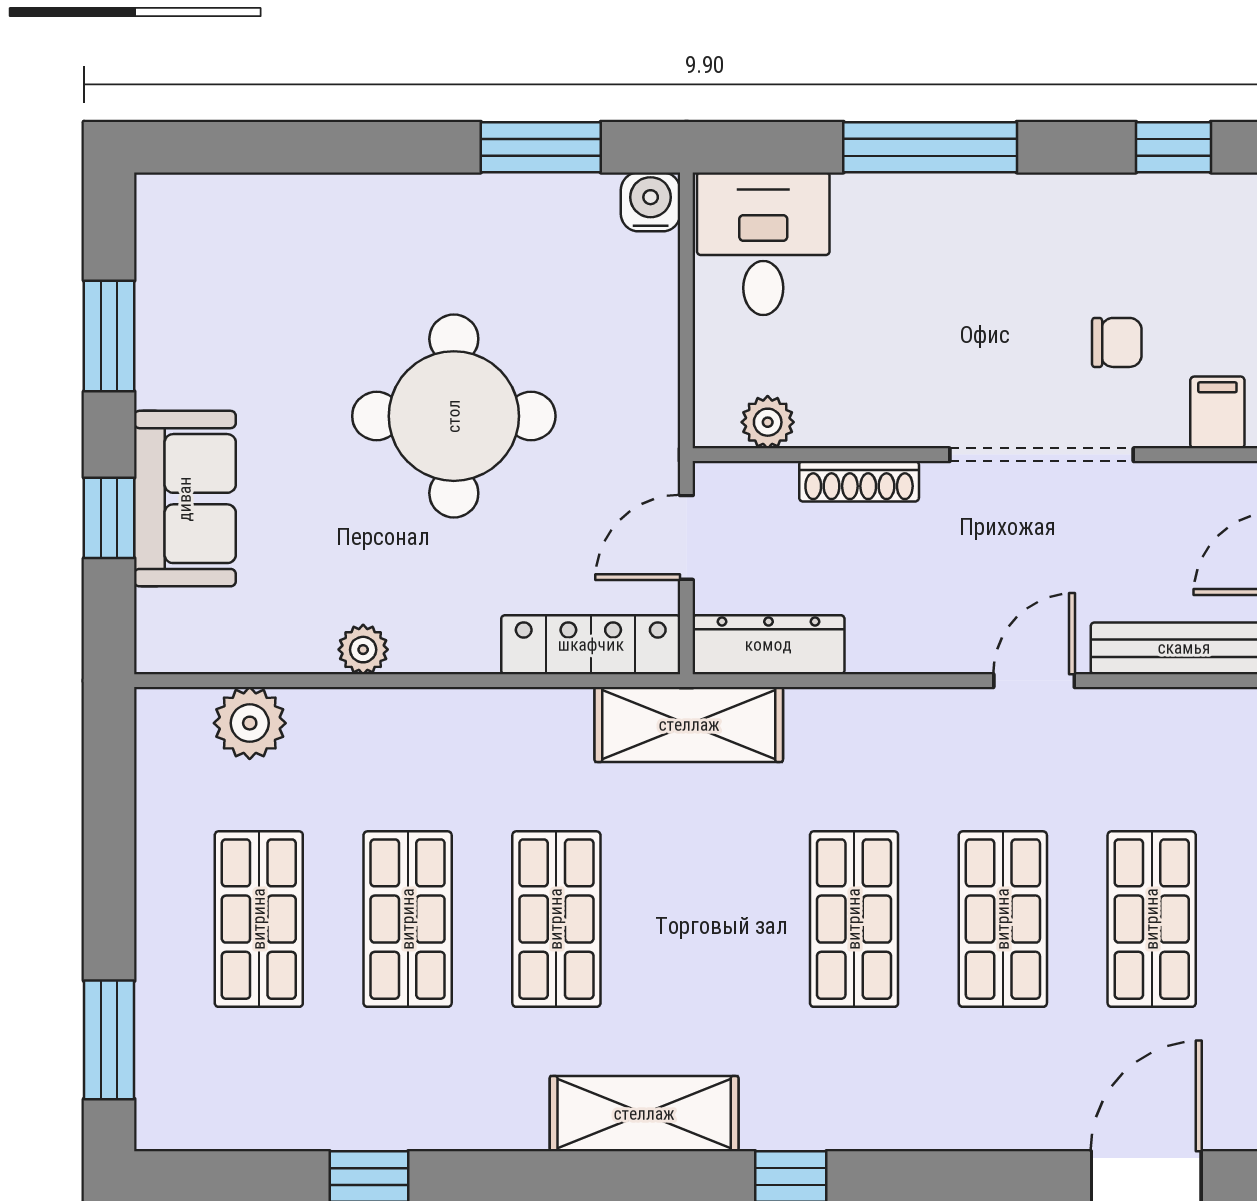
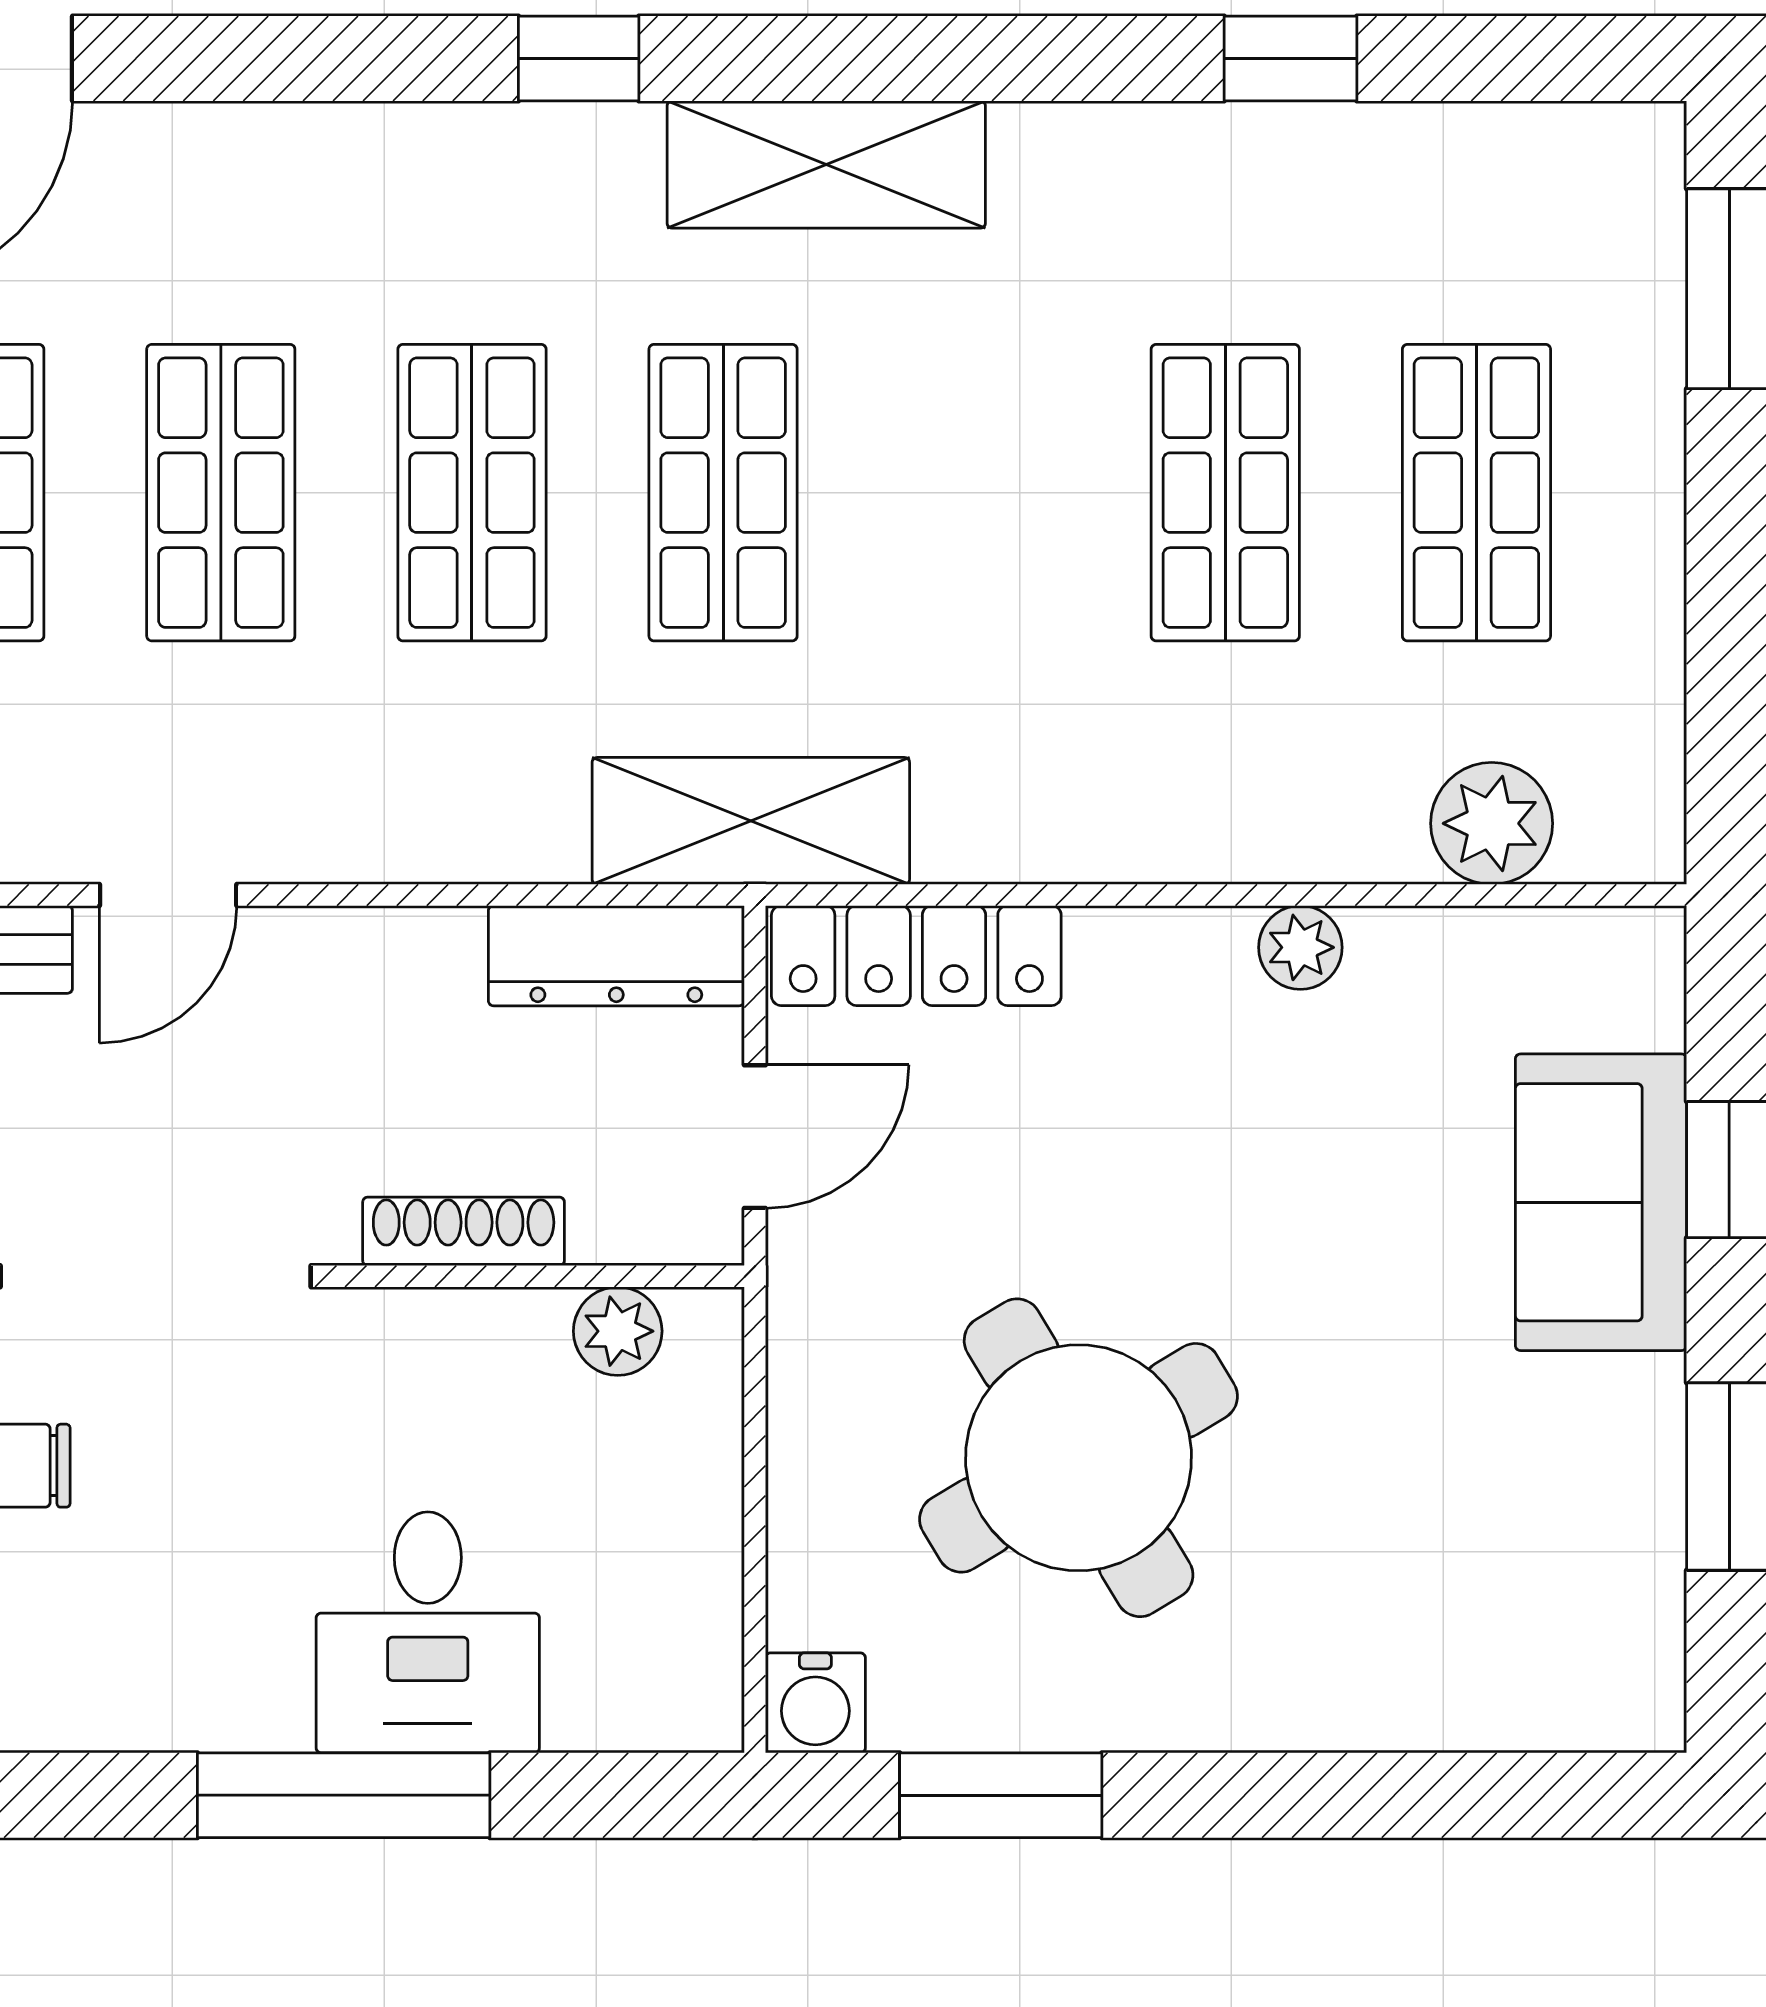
desk: (763, 244) -> (428, 1632), moved
round table: (454, 416) -> (1079, 1458), moved, turned -31
shop shelf: (556, 919) -> (723, 493), moved

